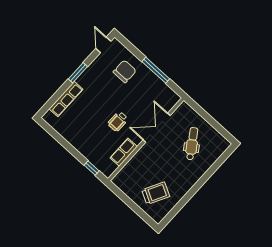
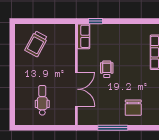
dental chair: (192, 144) -> (42, 100), turned -146
row of seats: (124, 152) -> (84, 36), moved

